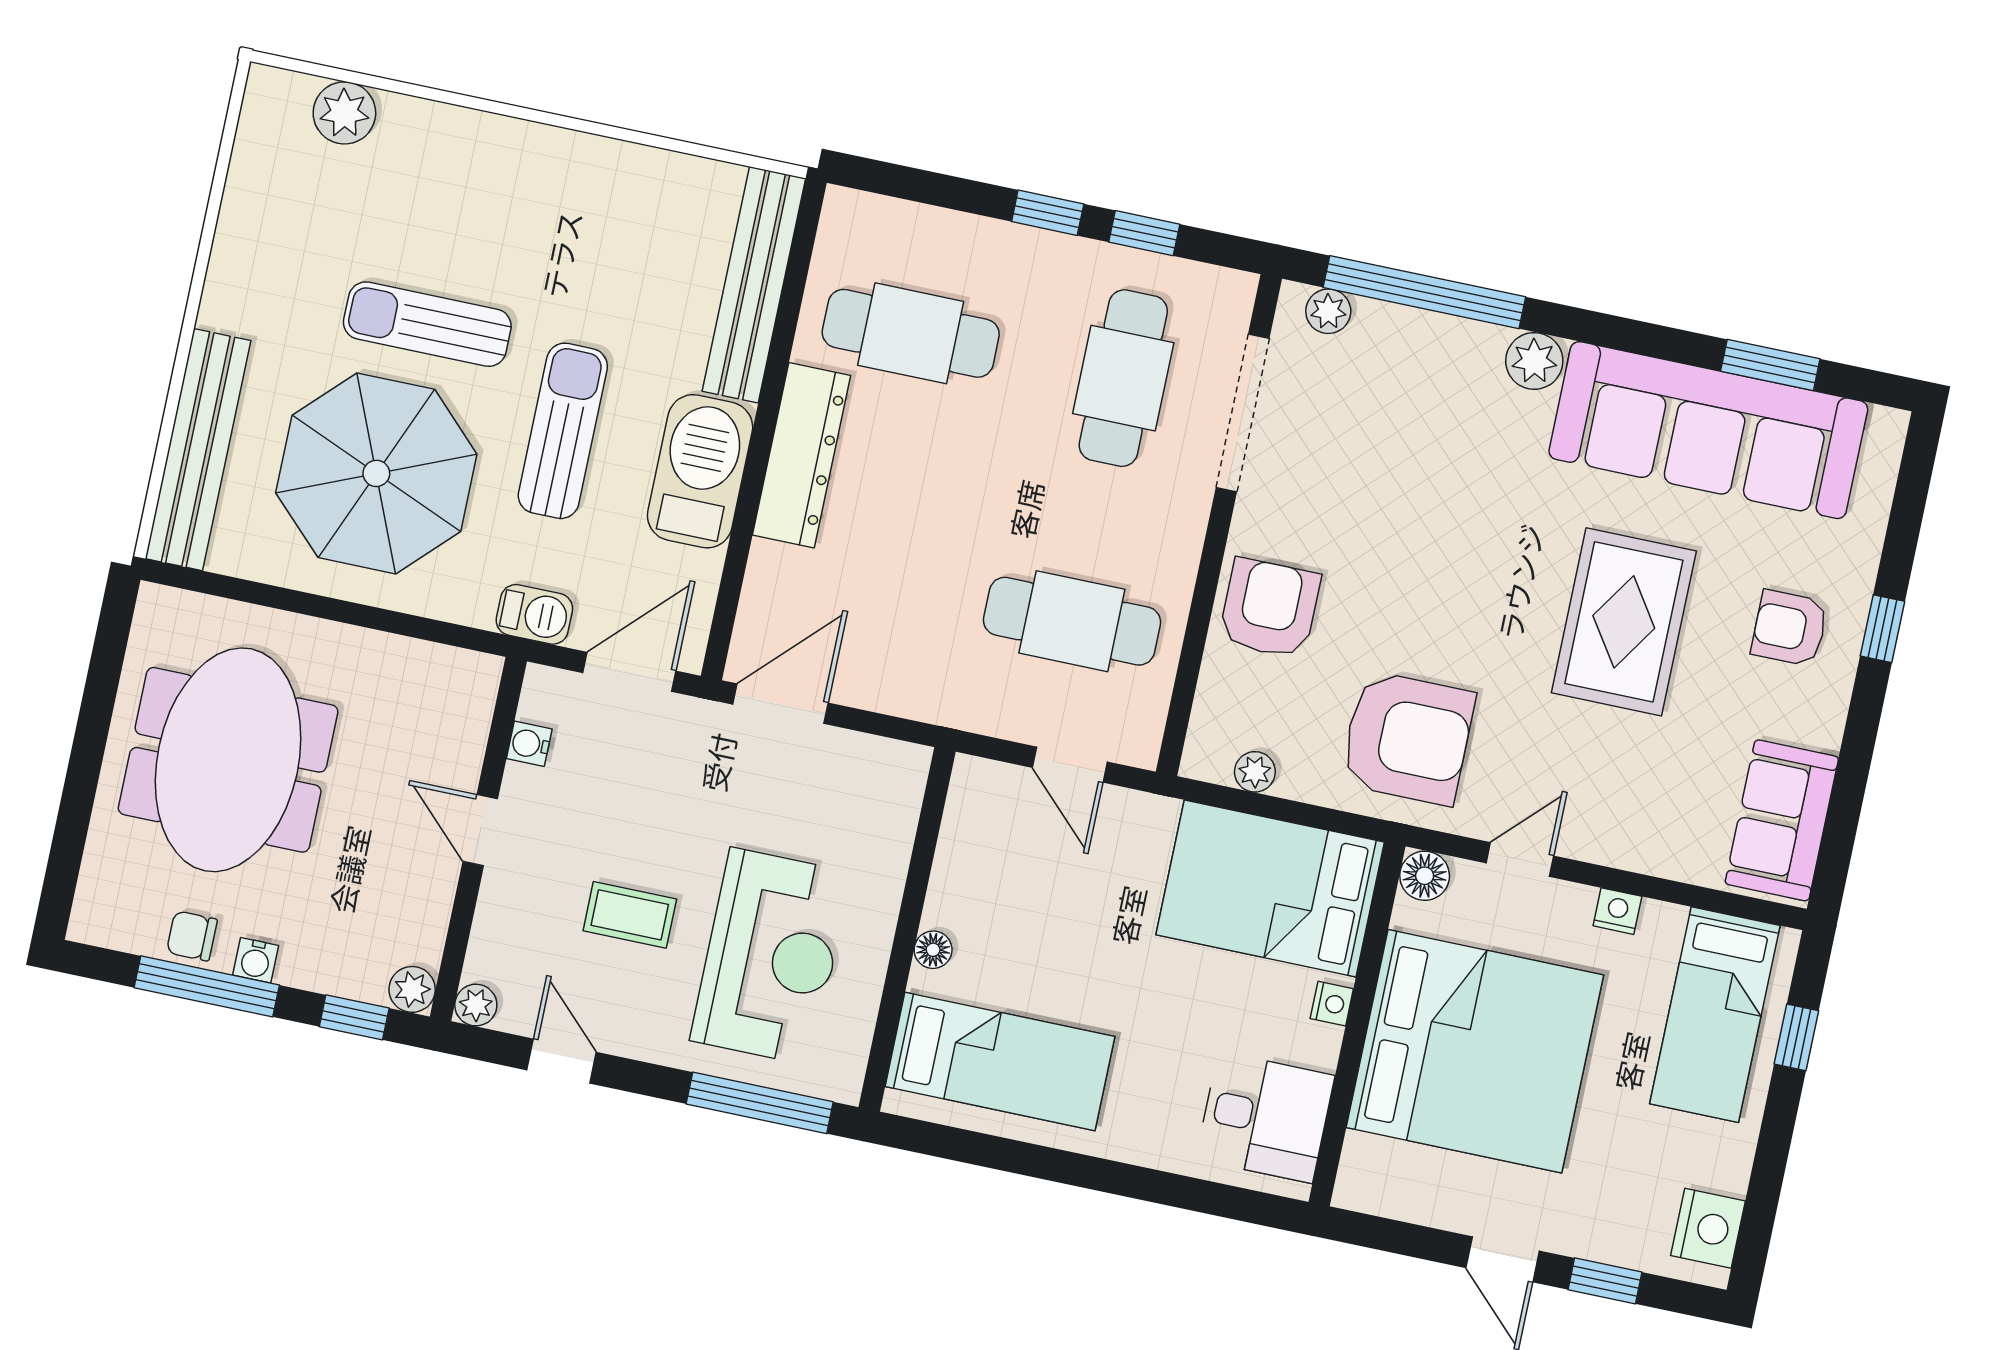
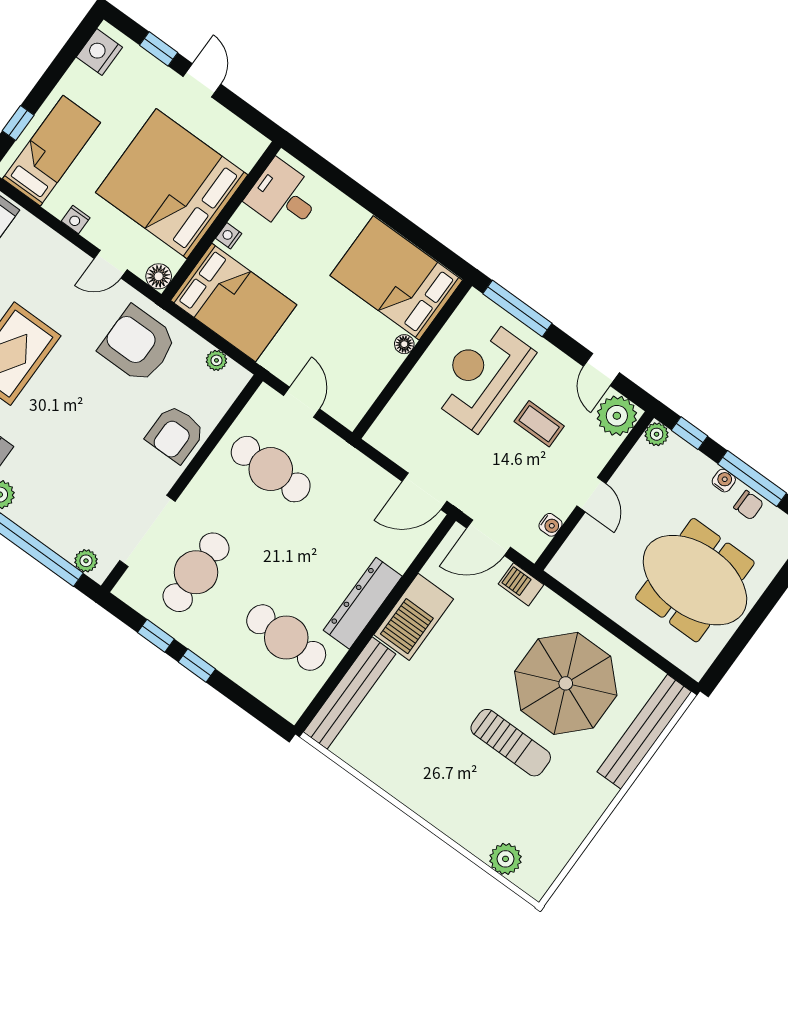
sun lounger: (563, 431) -> (469, 664), removed
meeting table: (228, 760) -> (695, 580), turned 90
plant: (476, 1005) -> (617, 416), width x1.87, depth x1.87
bed: (1000, 1061) -> (396, 278), width x1.50

